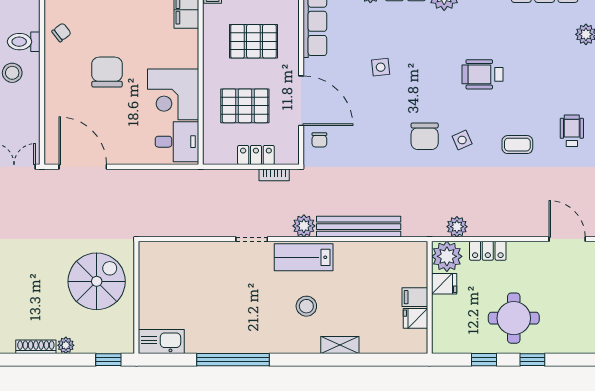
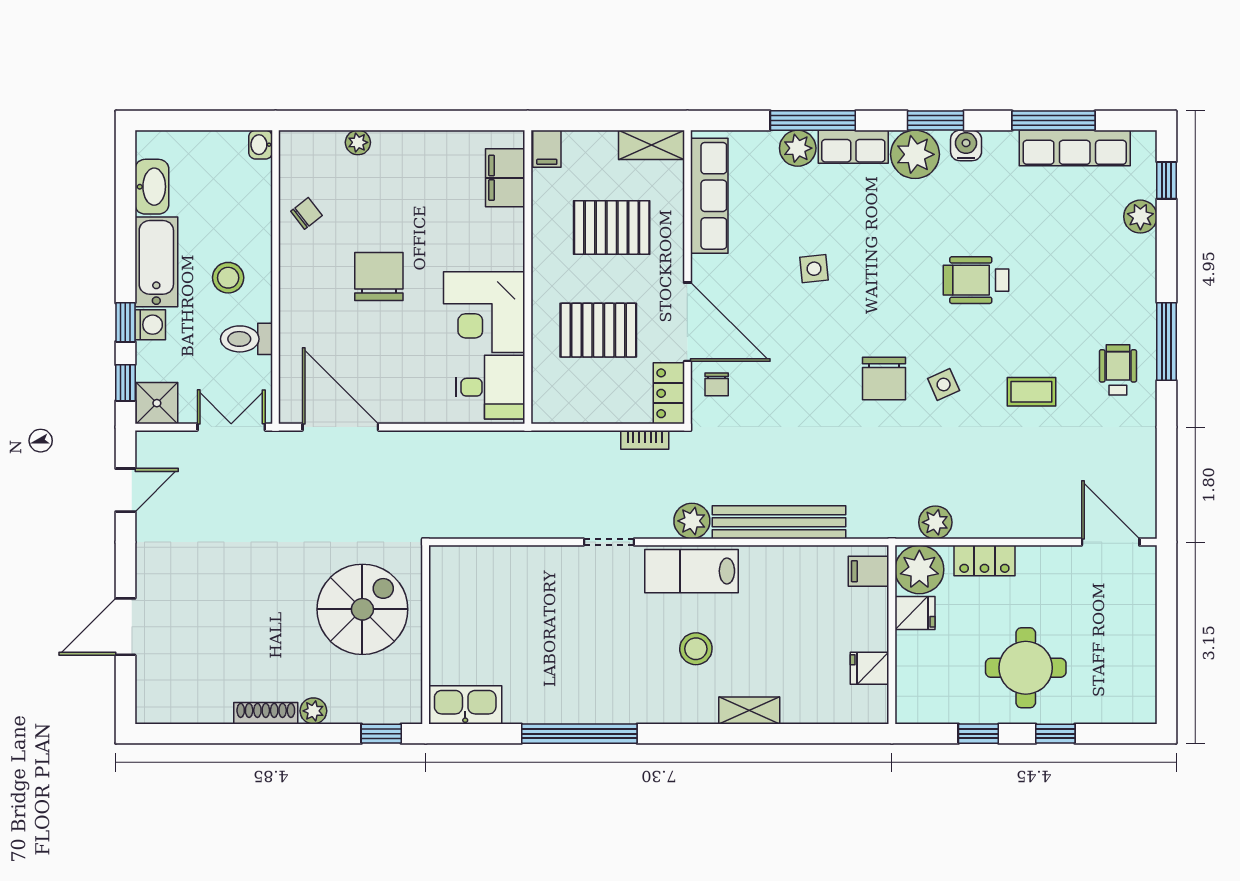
toilet: (24, 42) -> (246, 339), moved
locker: (256, 155) -> (669, 393), moved, turned -90
filing cabinet: (415, 297) -> (869, 571), moved

